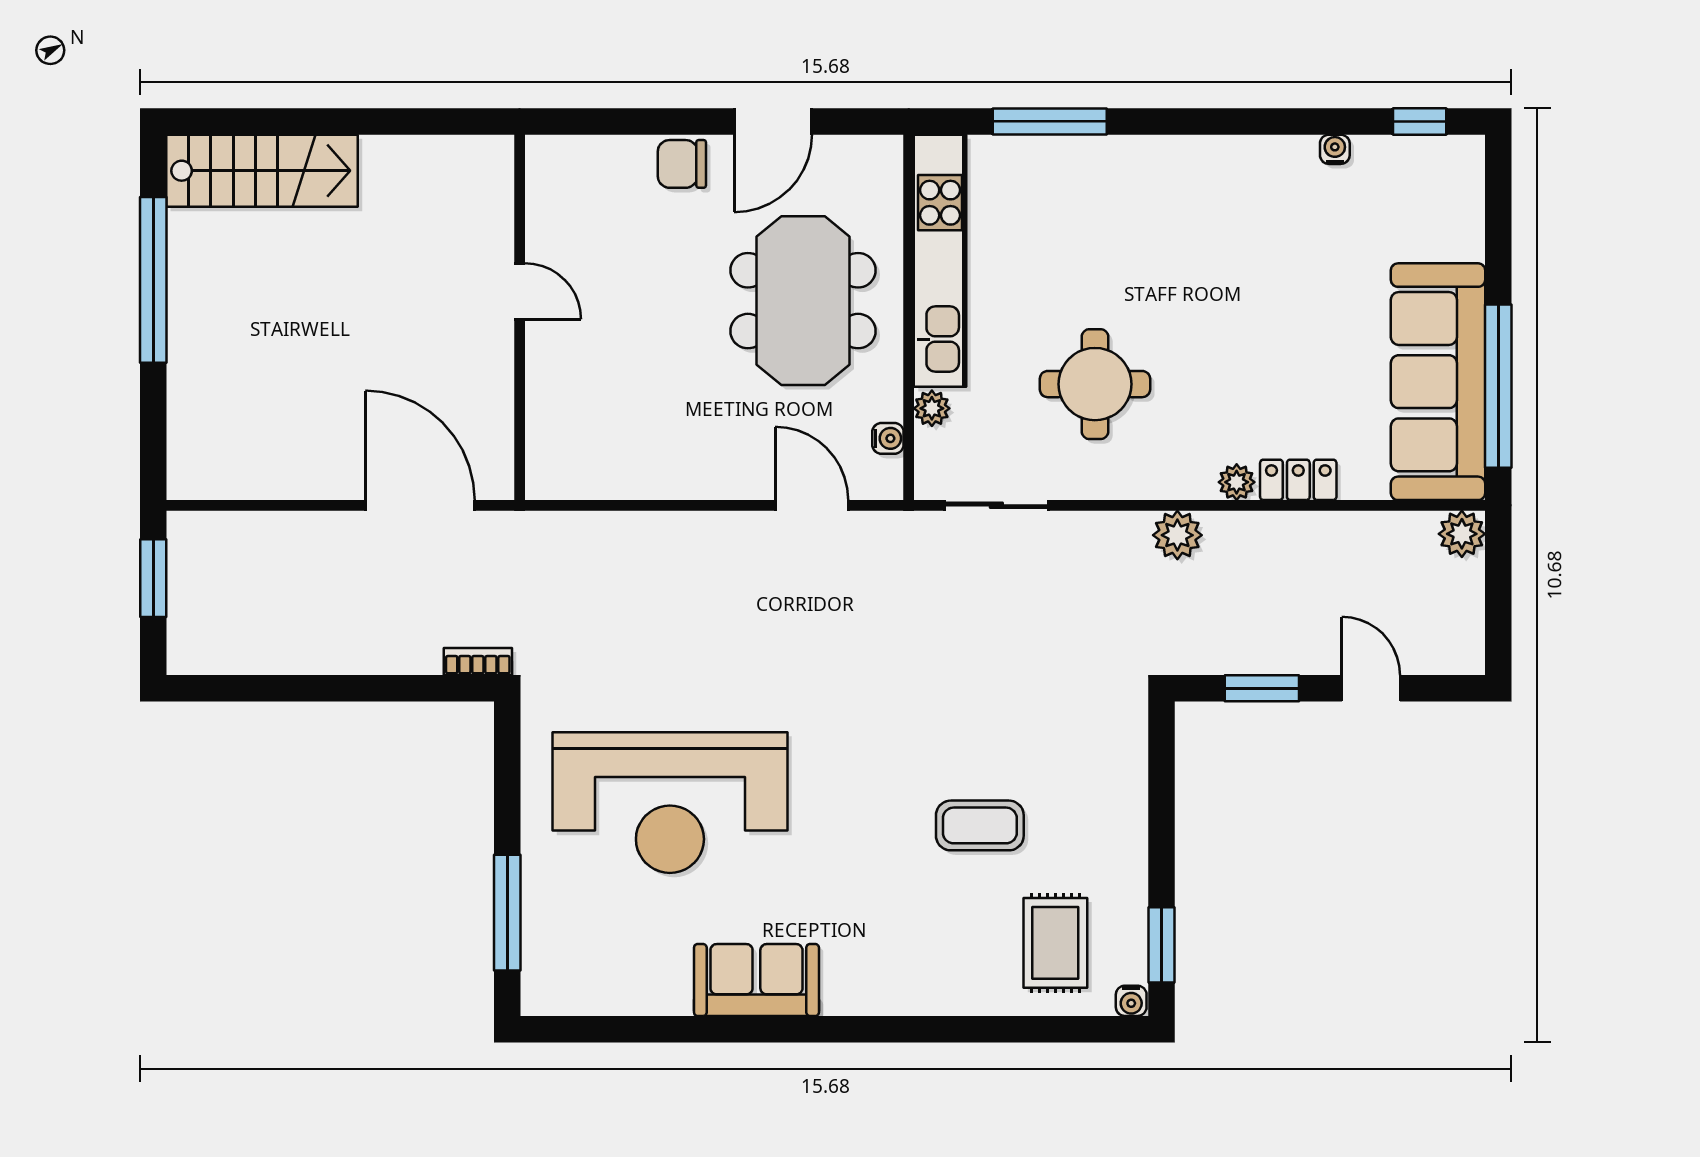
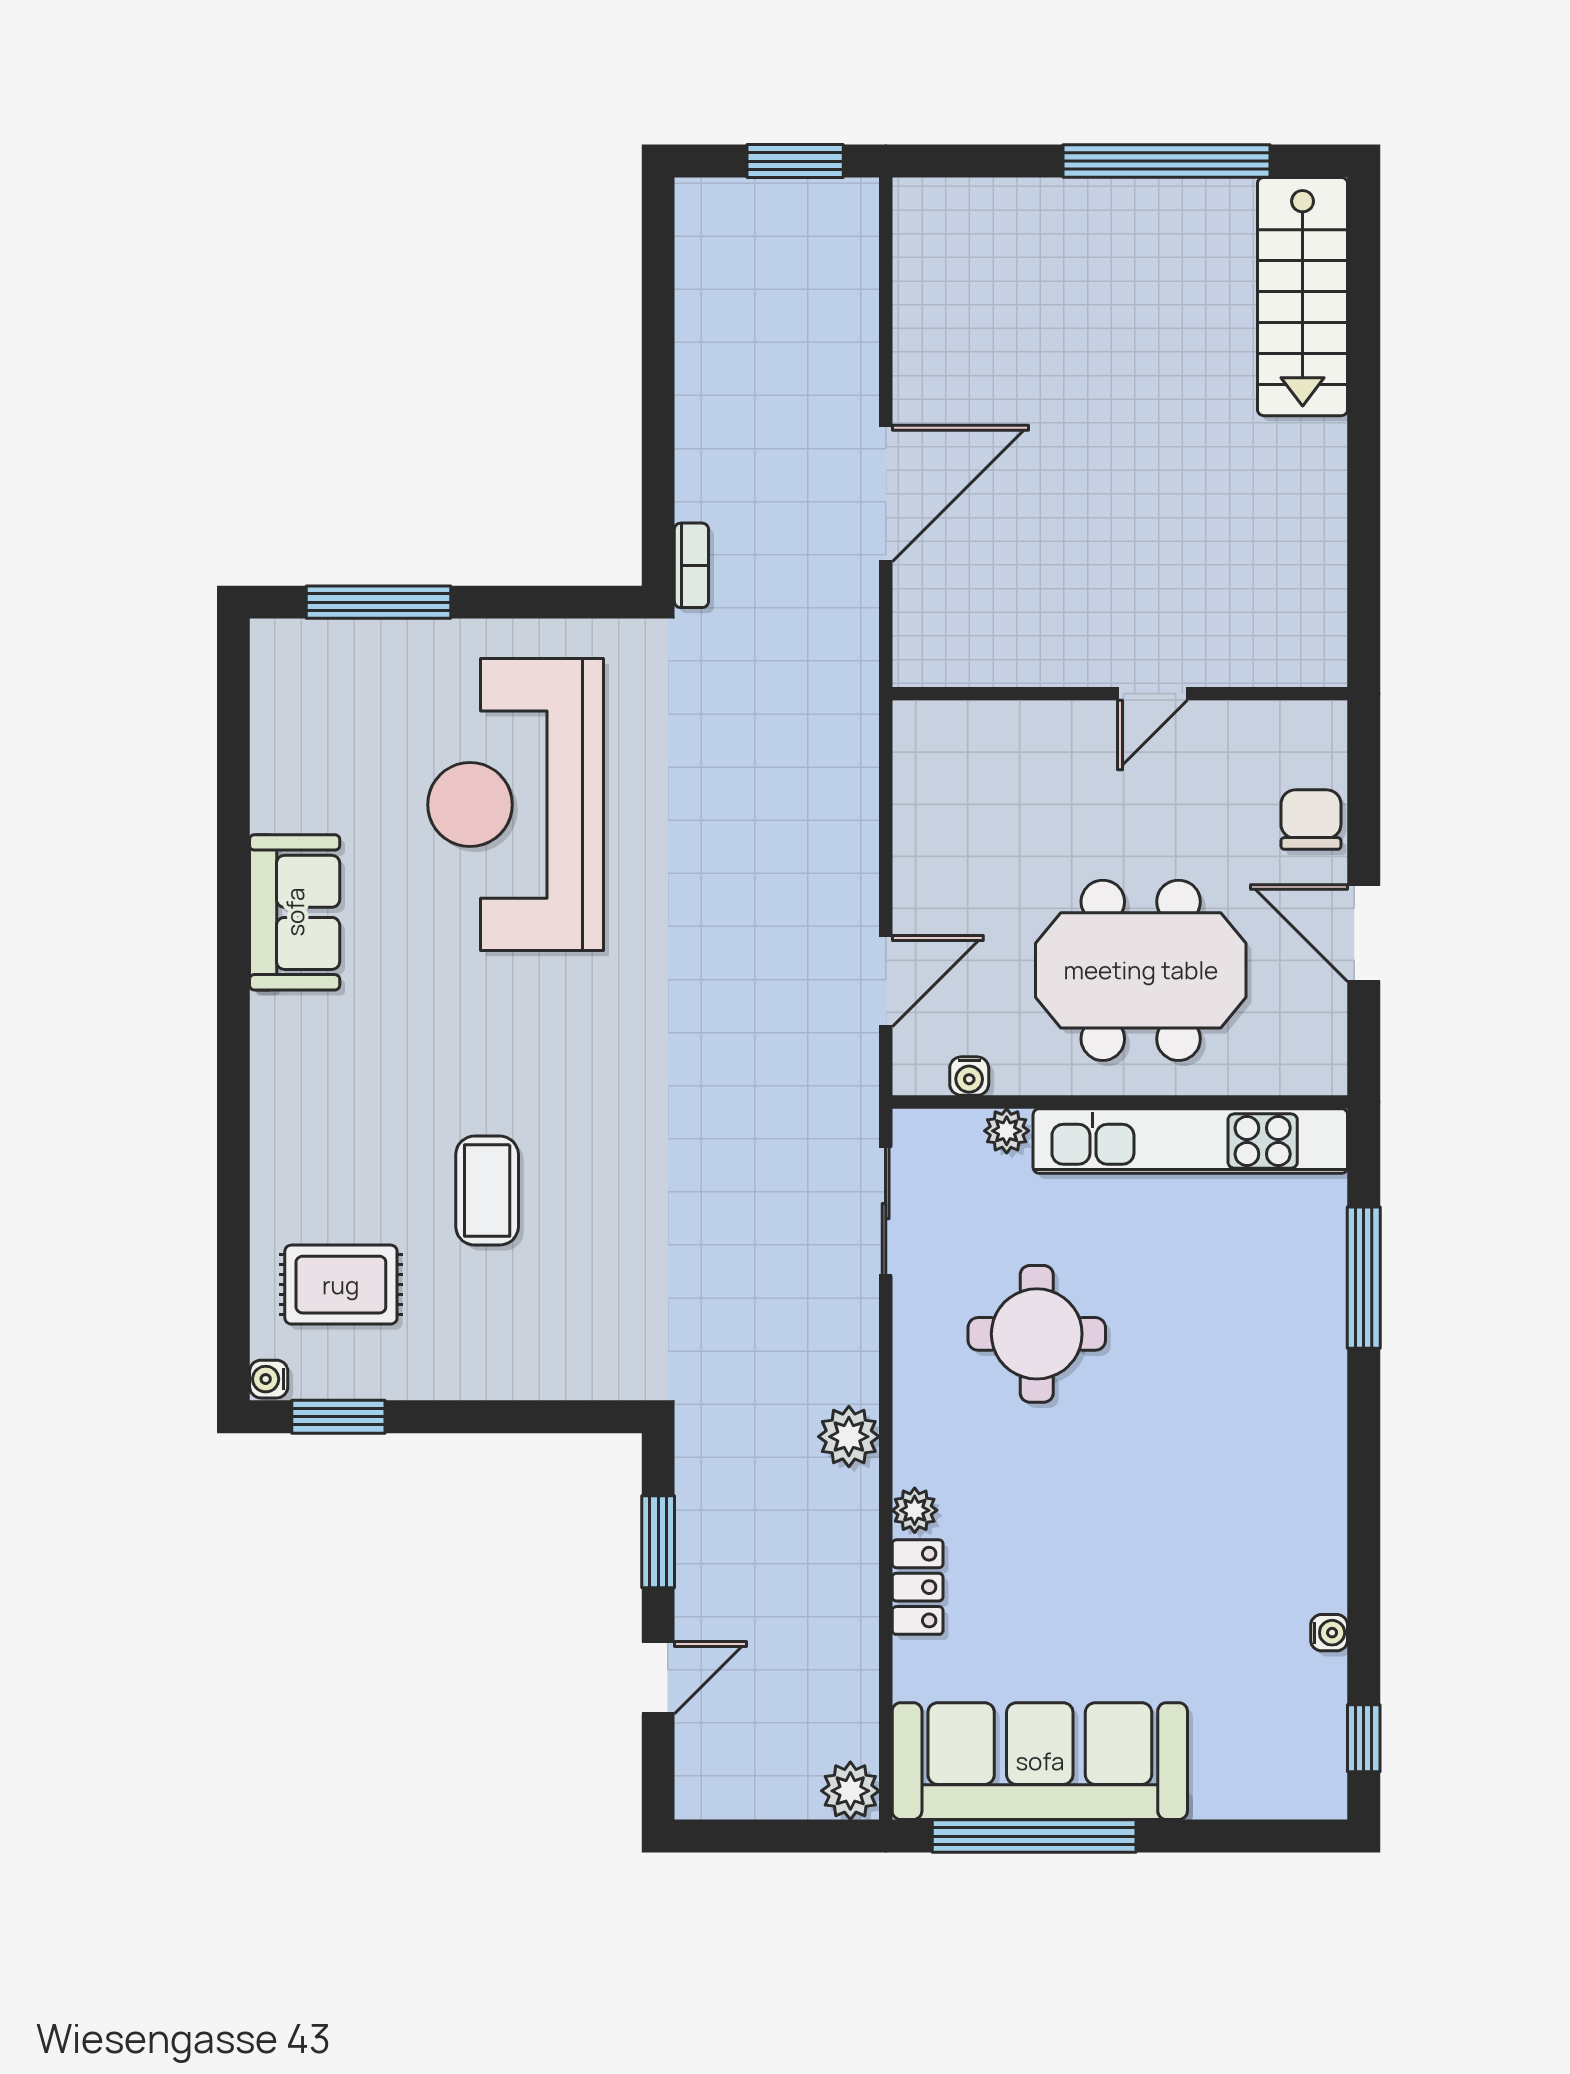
door: (520, 291) -> (1153, 694), moved
wall: (520, 317) -> (1120, 694), moved

